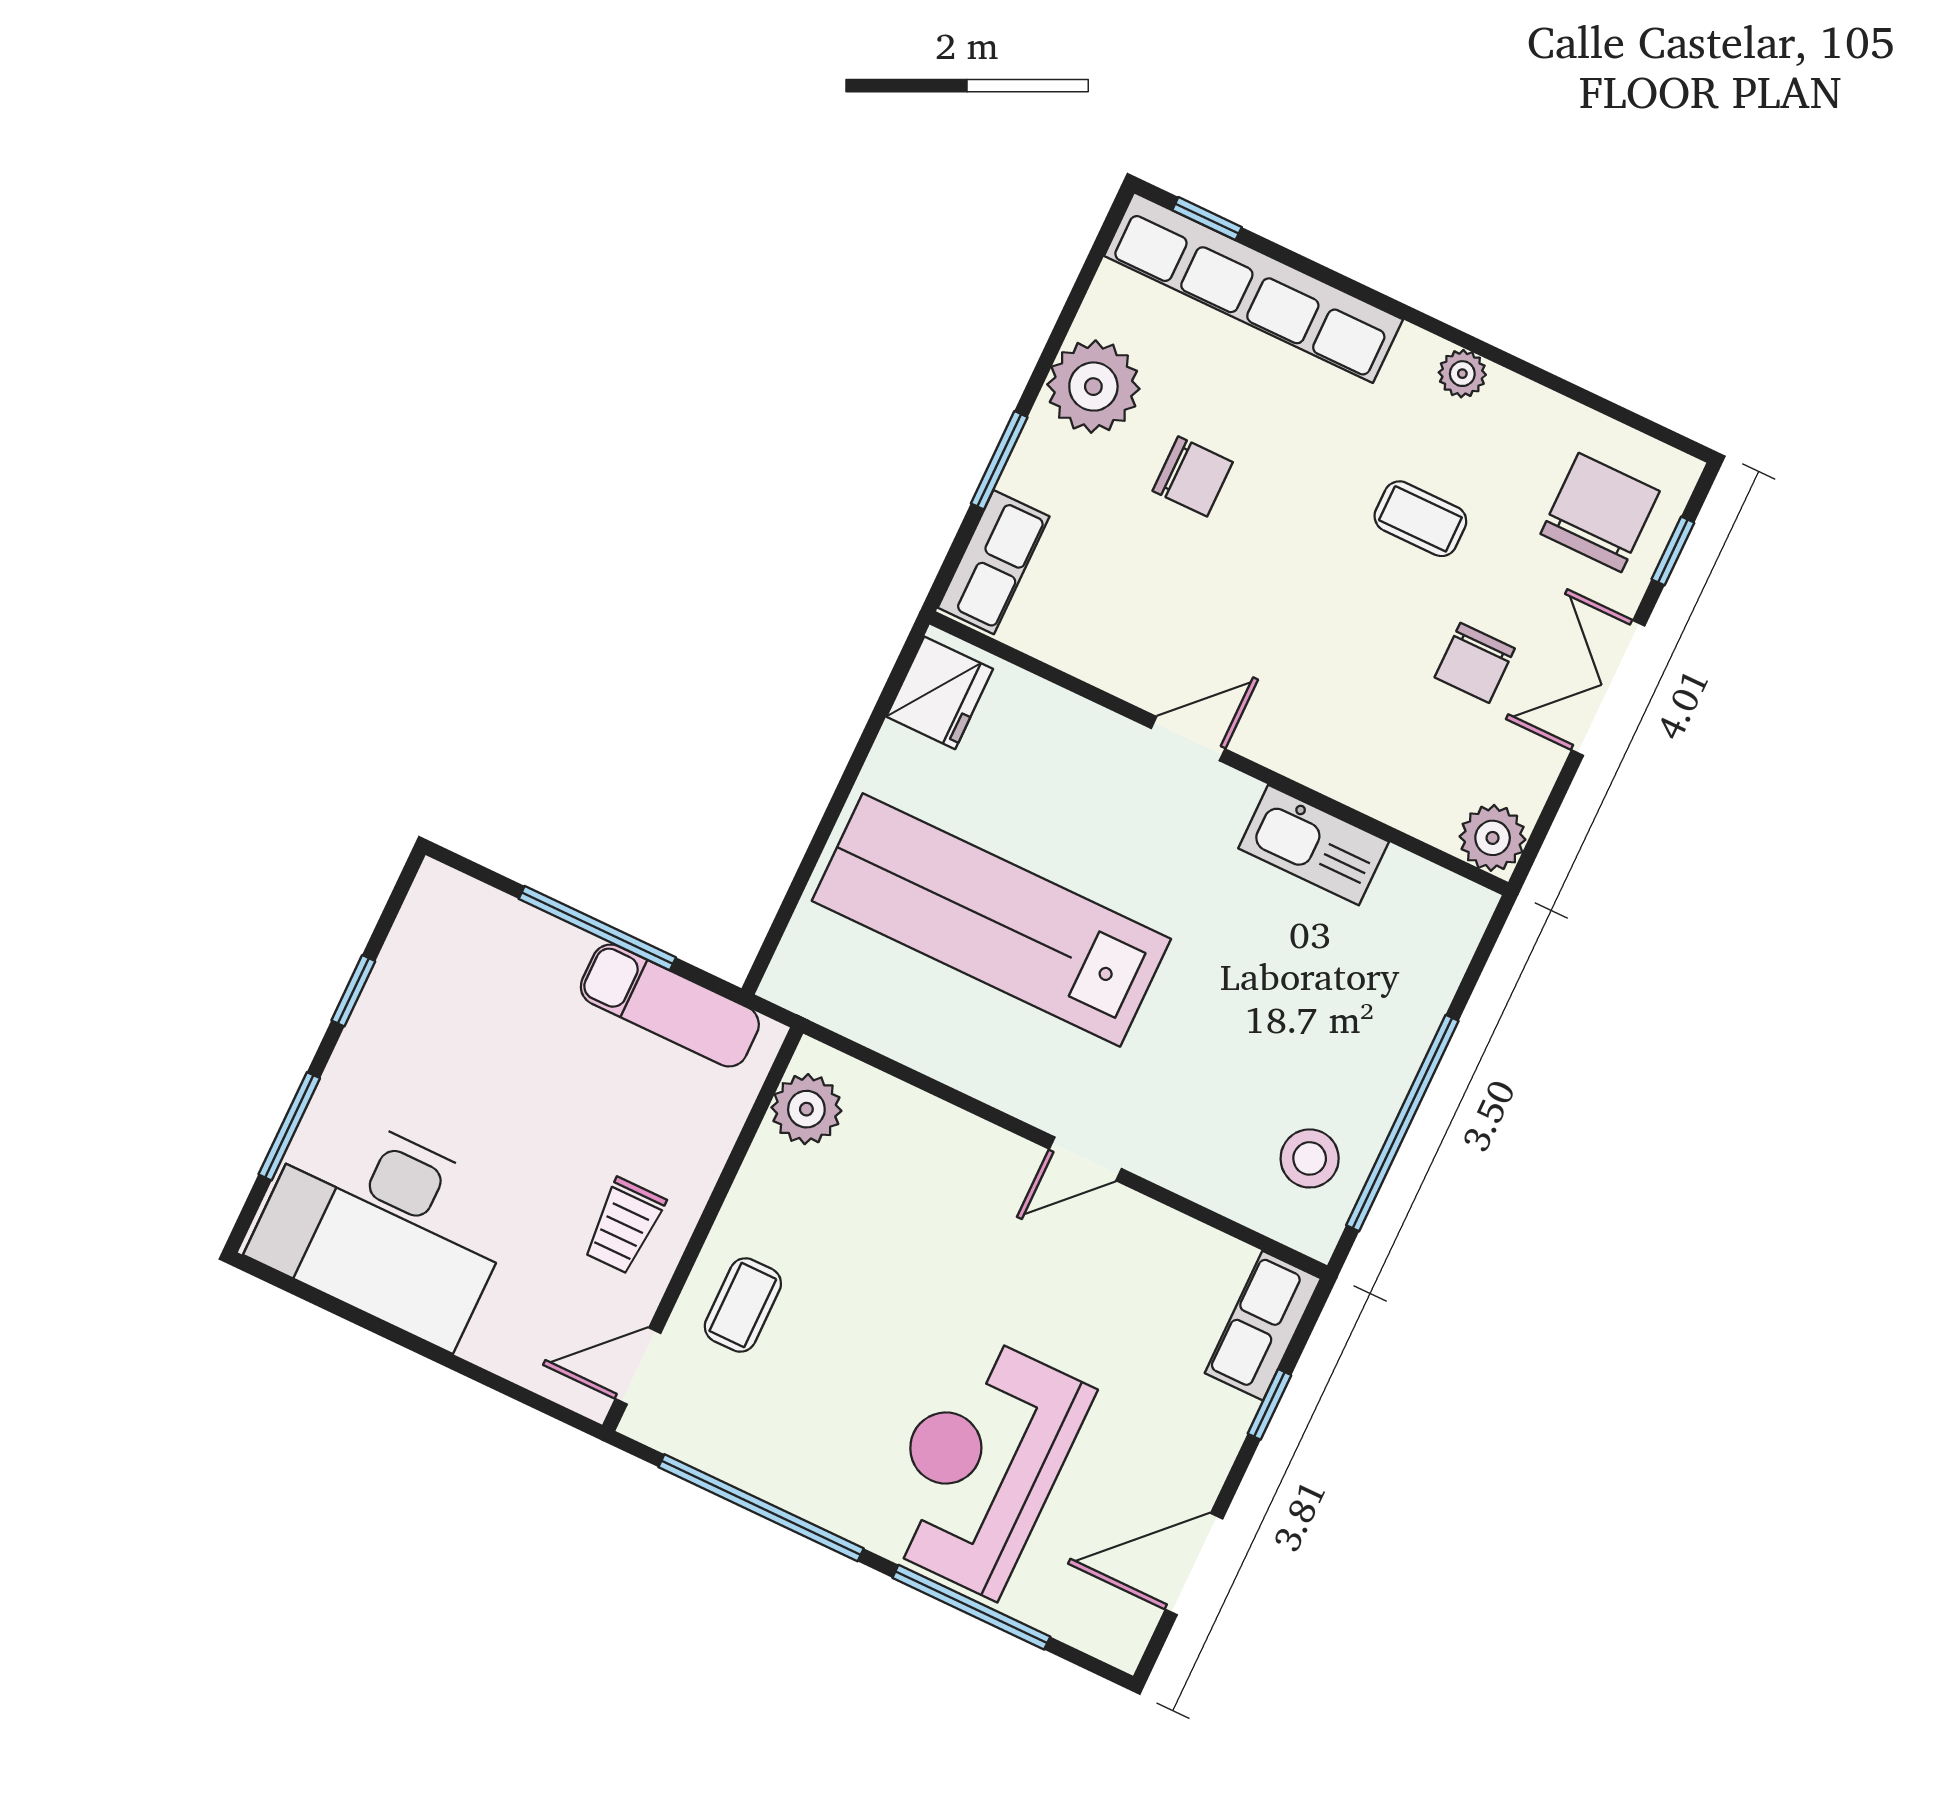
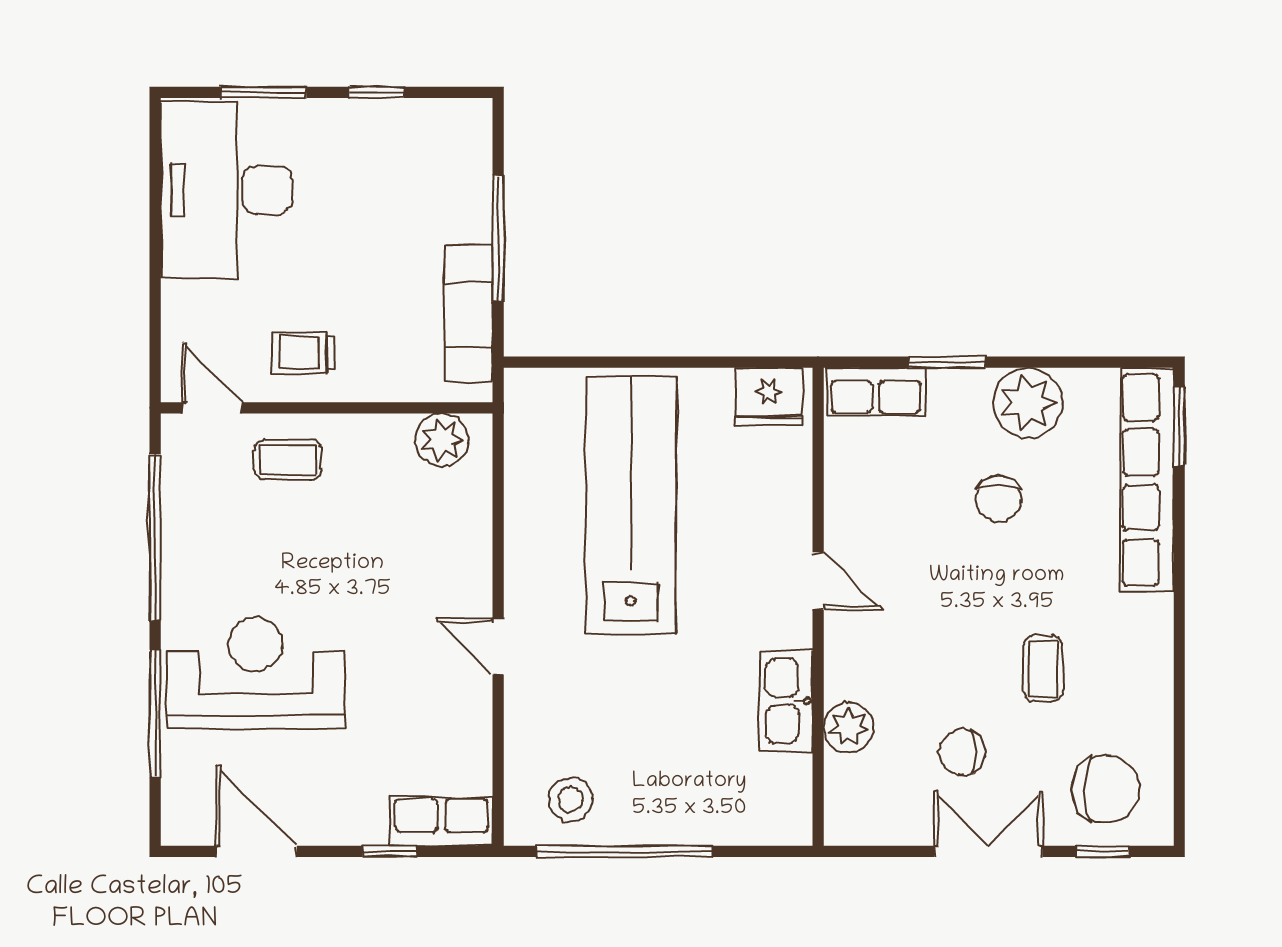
window: (1207, 219) -> (1179, 426), width x1.50
plant: (1462, 374) -> (1156, 650), removed
plant: (1493, 838) -> (849, 727), moved

